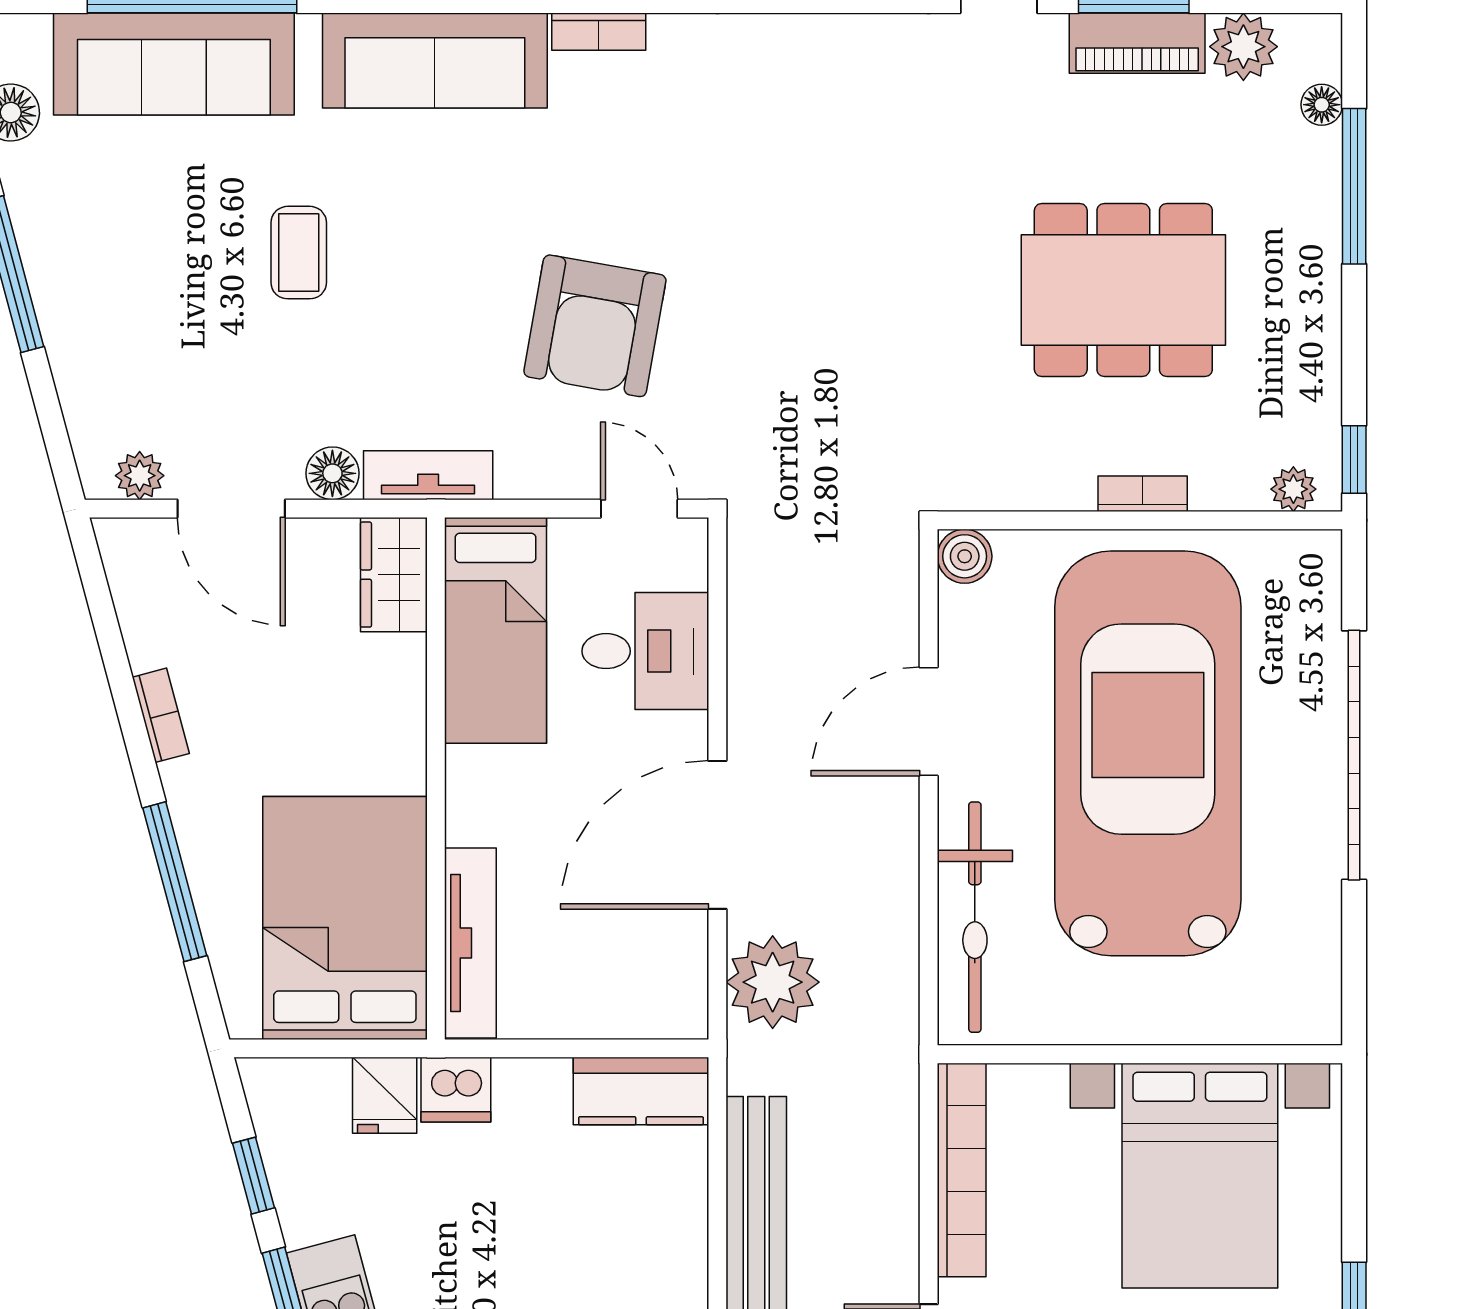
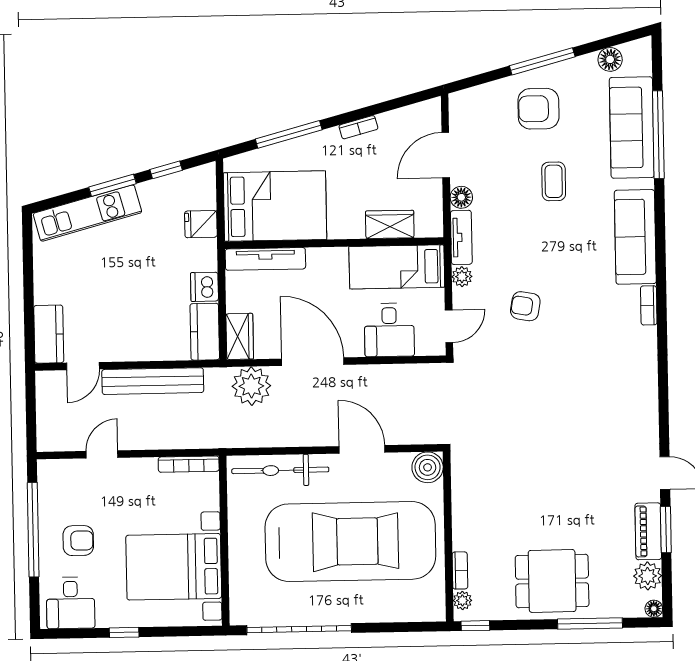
floor lamp: (1322, 105) -> (654, 609), moved
coffee table: (299, 253) -> (554, 181), turned 90
armchair: (125, 285) -> (538, 109), added
dining table: (1123, 290) -> (552, 581), moved, width x0.73
armchair: (595, 326) -> (525, 306), width x0.53, depth x0.53
plant: (140, 476) -> (462, 277), moved
bookcase: (1143, 494) -> (460, 570), moved
boiler: (965, 556) -> (428, 467), width x1.36, depth x1.36
wardrobe: (394, 575) -> (390, 224), moved
garage door: (1354, 755) -> (299, 629), moved
wardrobe: (654, 1008) -> (240, 336), added
dishwasher: (456, 1090) -> (204, 287), moved
bookcase: (962, 1170) -> (189, 464), width x0.68, depth x0.76

